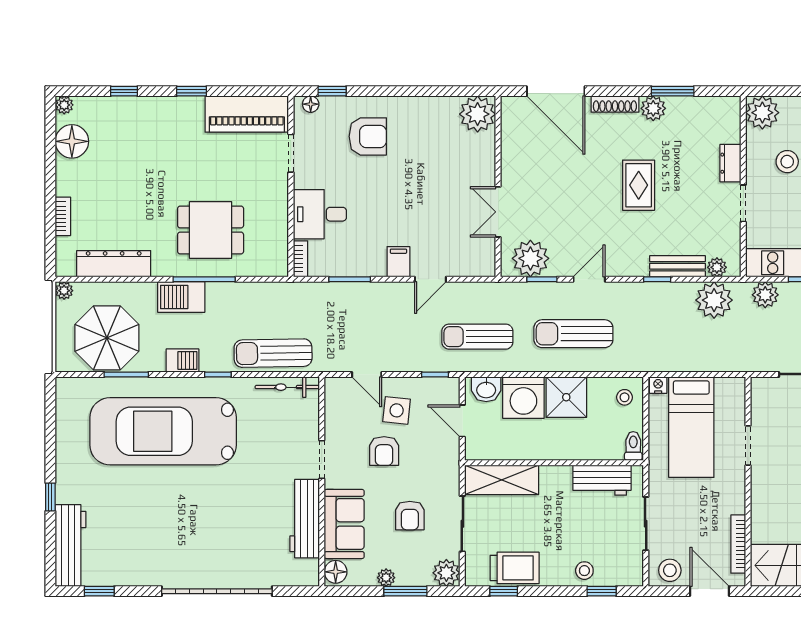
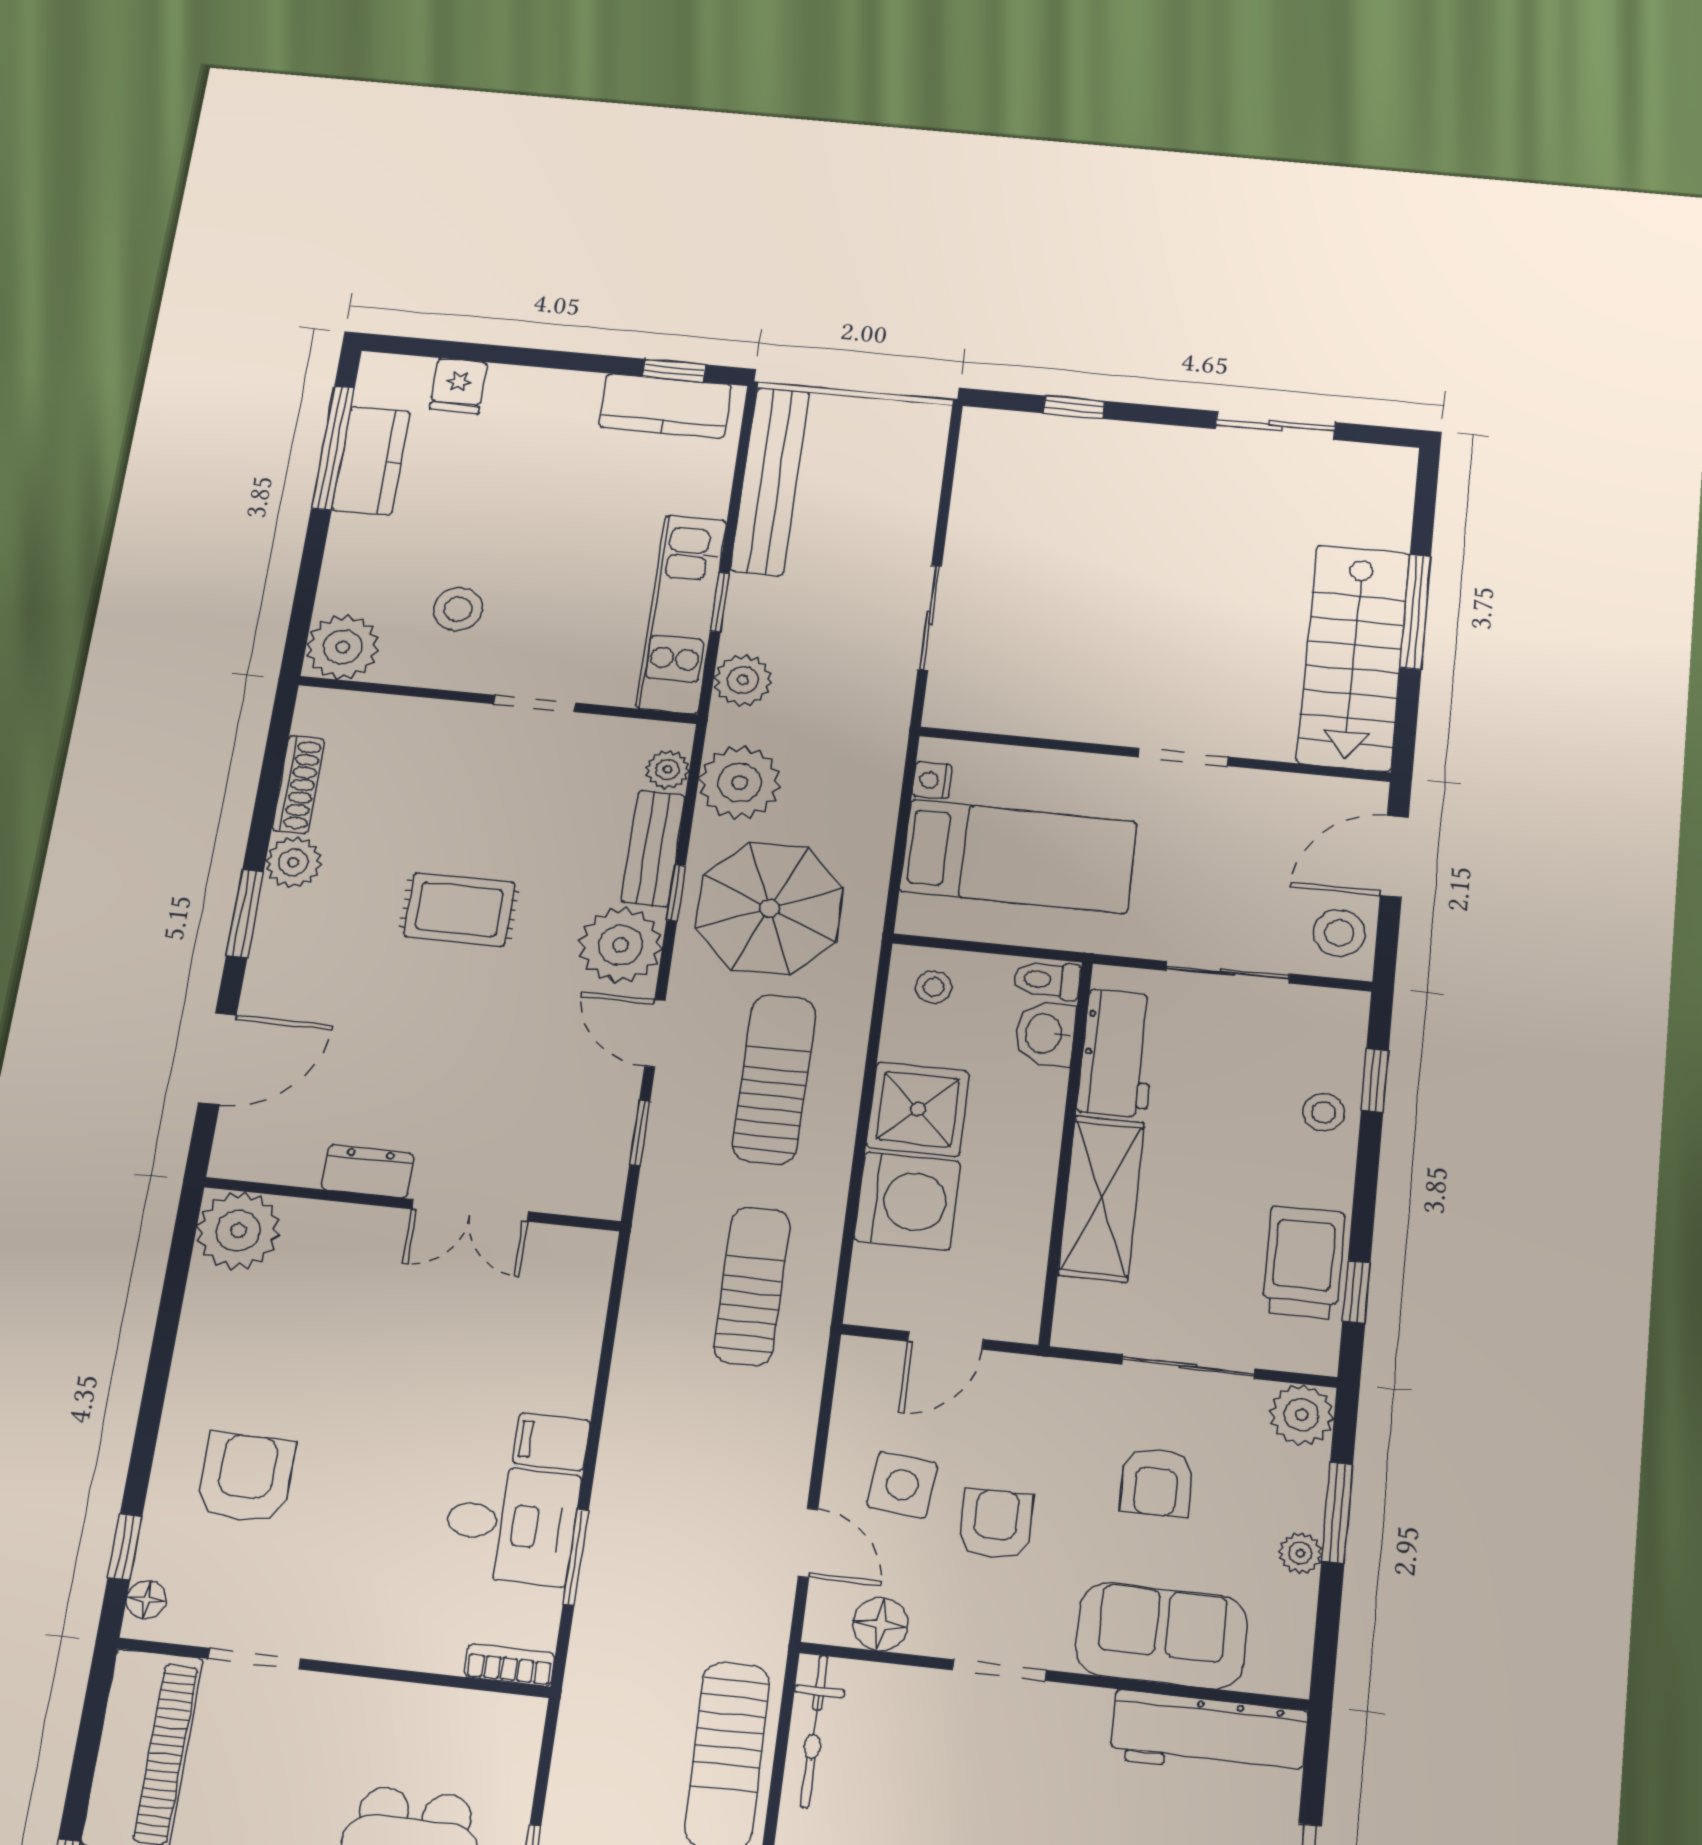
door: (556, 91) -> (217, 1059), width x0.73
window: (673, 91) -> (245, 913), moved
shoe rack: (615, 104) -> (298, 785), moved
dresser: (730, 163) -> (368, 1171), moved, turned 180
desk: (320, 214) -> (511, 1525), moved, turned -90
plant: (530, 258) -> (621, 945), moved
door: (430, 279) -> (603, 1375), removed
parasol: (654, 321) -> (769, 908), added
sun lounger: (573, 334) -> (774, 1079), turned 180
sun lounger: (477, 337) -> (752, 1286), turned 180
door: (367, 375) -> (808, 1543), hinge flipped
window: (435, 375) -> (828, 1389), removed
nightstand: (658, 385) -> (932, 780), moved
washbasin: (486, 389) -> (1045, 1033), moved, turned 180
doorway: (748, 445) -> (1183, 757), moved
armchair: (384, 451) -> (996, 1524), turned -90
shelving: (502, 480) -> (1101, 1199), moved
armchair: (410, 516) -> (1156, 1482), turned 90
workbench: (305, 519) -> (1209, 1735), moved
bookcase: (738, 544) -> (1293, 788), removed
floor lamp: (336, 572) -> (881, 1624), moved

